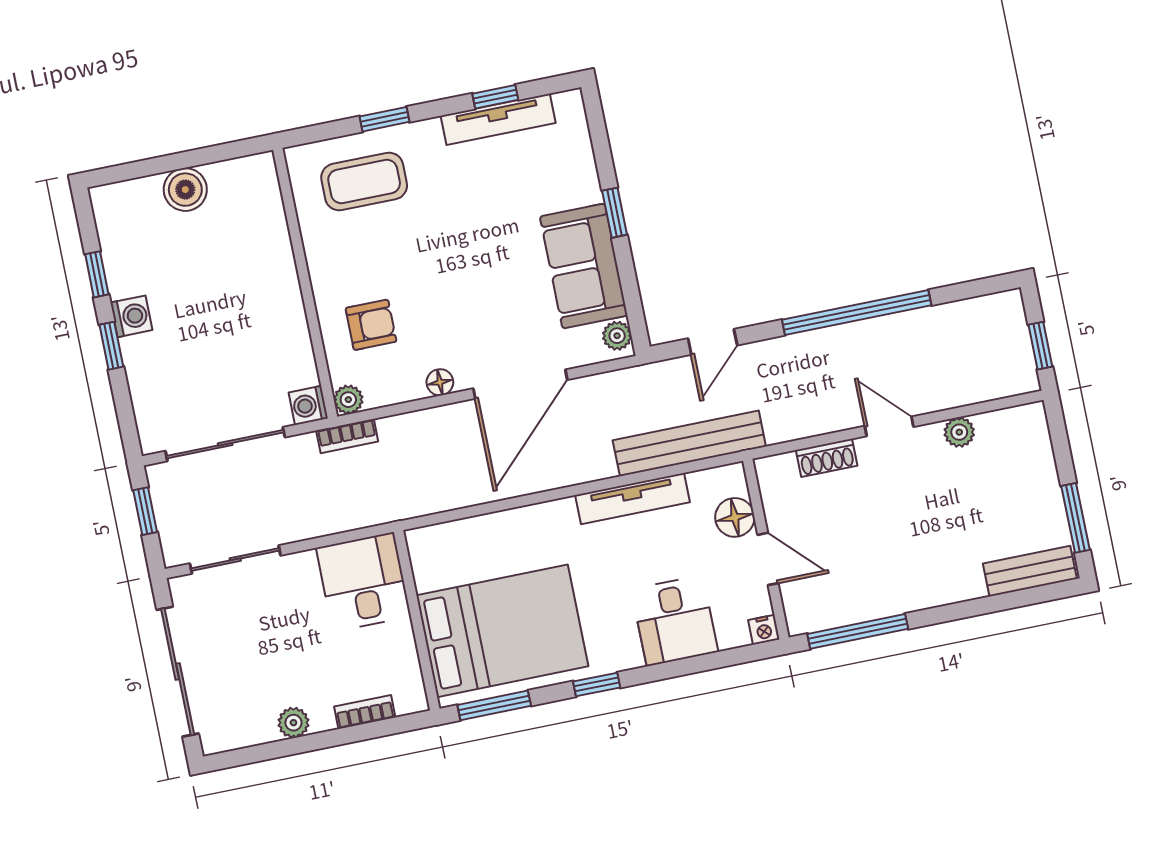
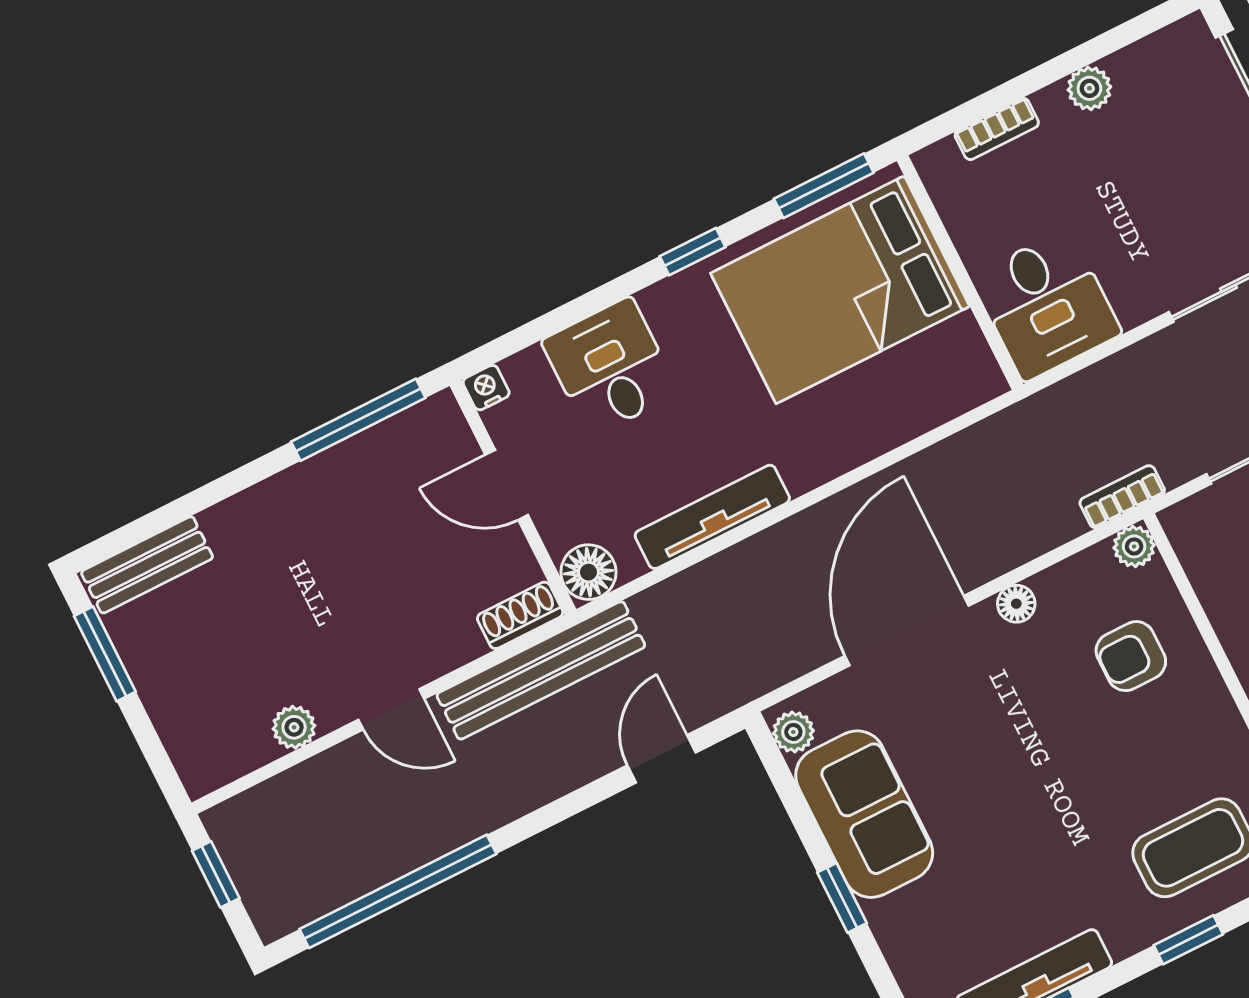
window: (857, 313) -> (398, 891), moved
washing machine: (308, 405) -> (1186, 524), removed
bench: (689, 443) -> (541, 670), moved
shoe rack: (827, 458) -> (520, 615), moved
floor lamp: (735, 517) -> (588, 572), moved

